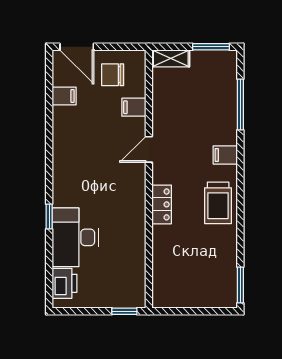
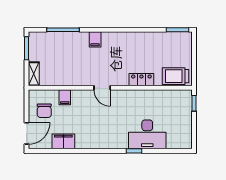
filing cabinet: (64, 96) -> (63, 141), width x2.00
door: (149, 149) -> (102, 88), moved
trolley: (218, 203) -> (176, 76), moved, turned 180
locker: (162, 204) -> (141, 80), moved
printer: (65, 283) -> (176, 141), removed

